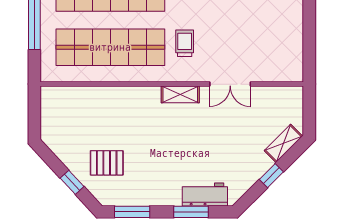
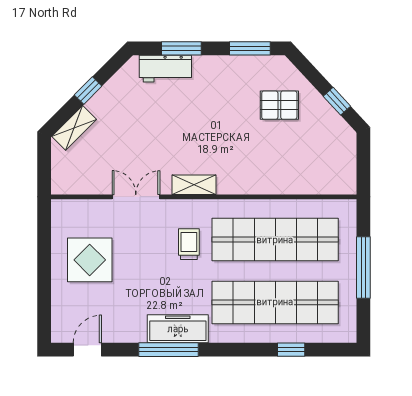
display table: (270, 30) -> (90, 260), added
trolley: (185, 43) -> (189, 244), turned 180
window: (72, 182) -> (337, 101), moved

